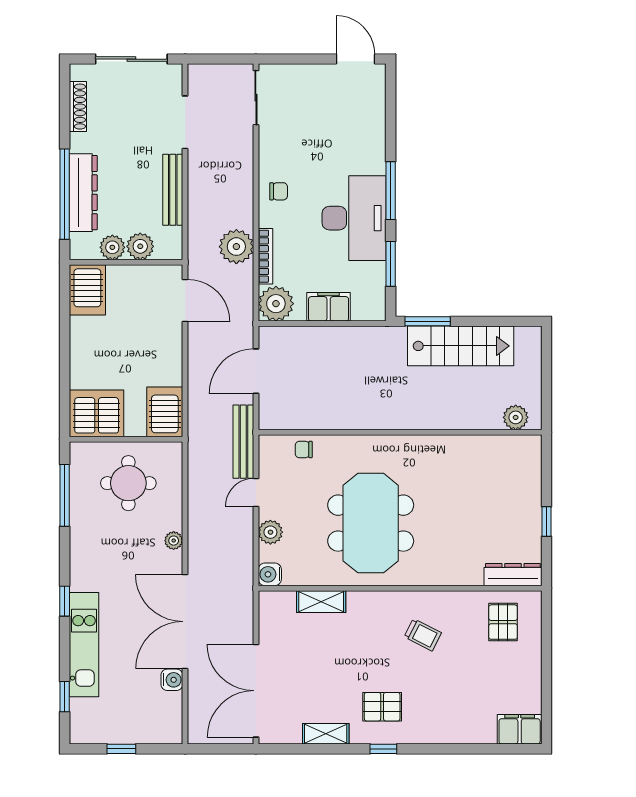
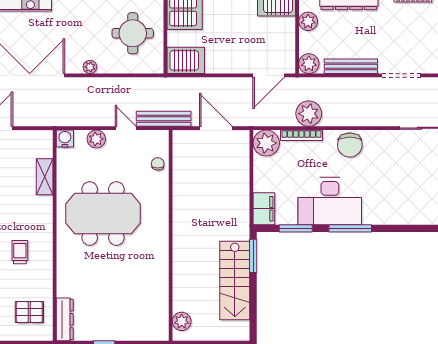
chair: (279, 191) -> (350, 145), width x1.87, depth x1.87
plant: (140, 246) -> (309, 64), moved
filing cabinet: (329, 307) -> (264, 209), moved
trolley: (423, 635) -> (20, 252), turned 153

